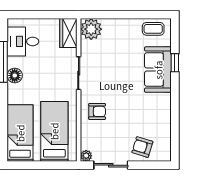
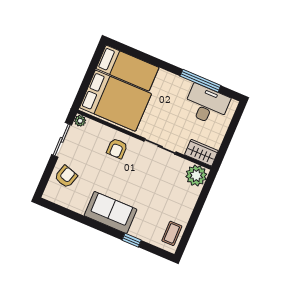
desk: (23, 41) -> (207, 105), width x1.37
sofa: (158, 70) -> (110, 212), moved
floor lamp: (15, 76) -> (183, 86), removed
bed: (54, 131) -> (115, 101), width x1.50

